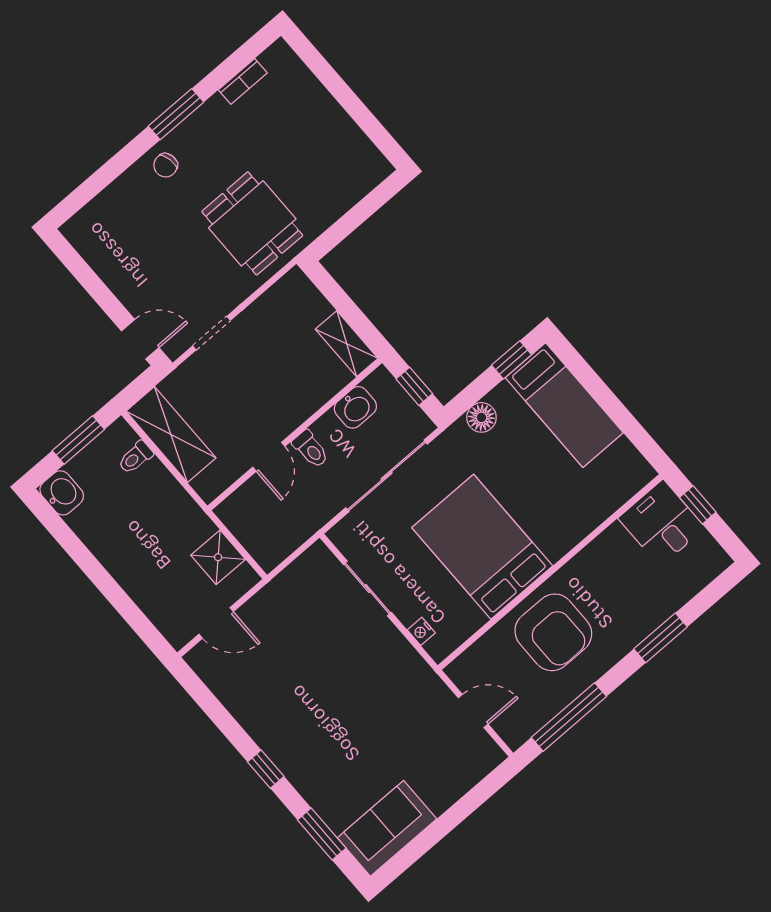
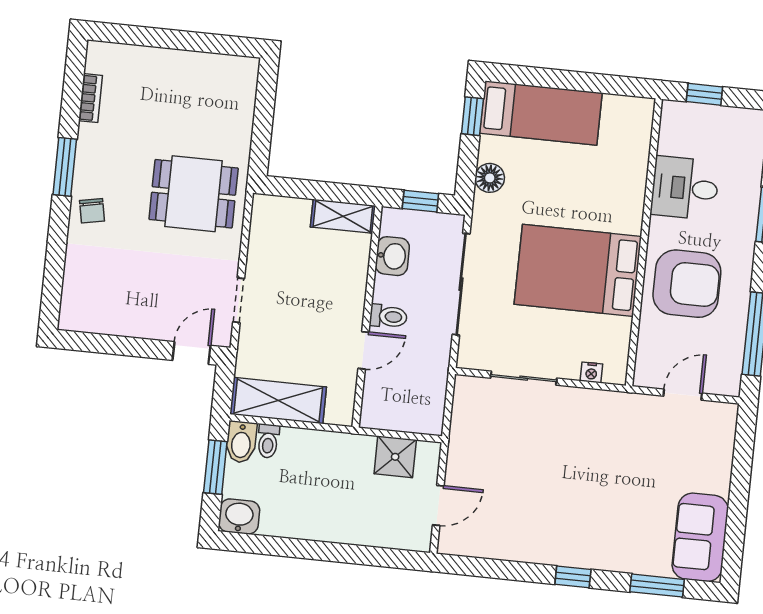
bidet: (115, 439) -> (241, 442), added
door: (269, 457) -> (364, 350), hinge flipped
desk: (661, 523) -> (685, 188), moved

